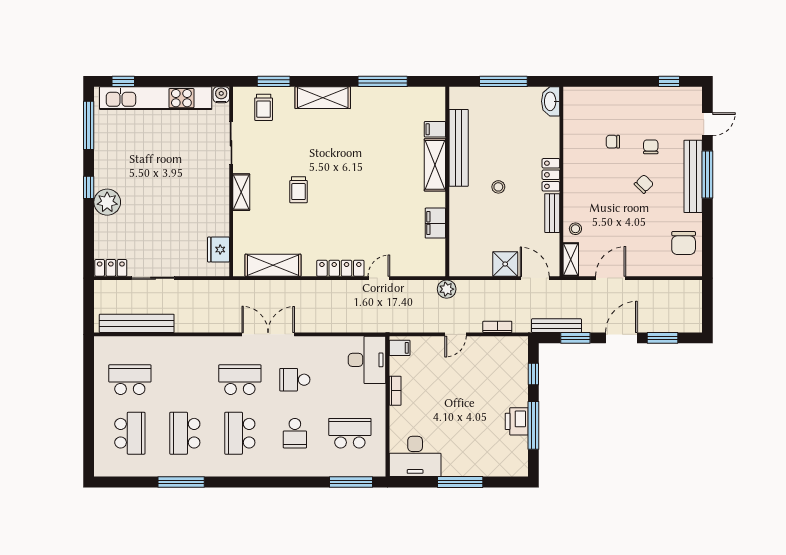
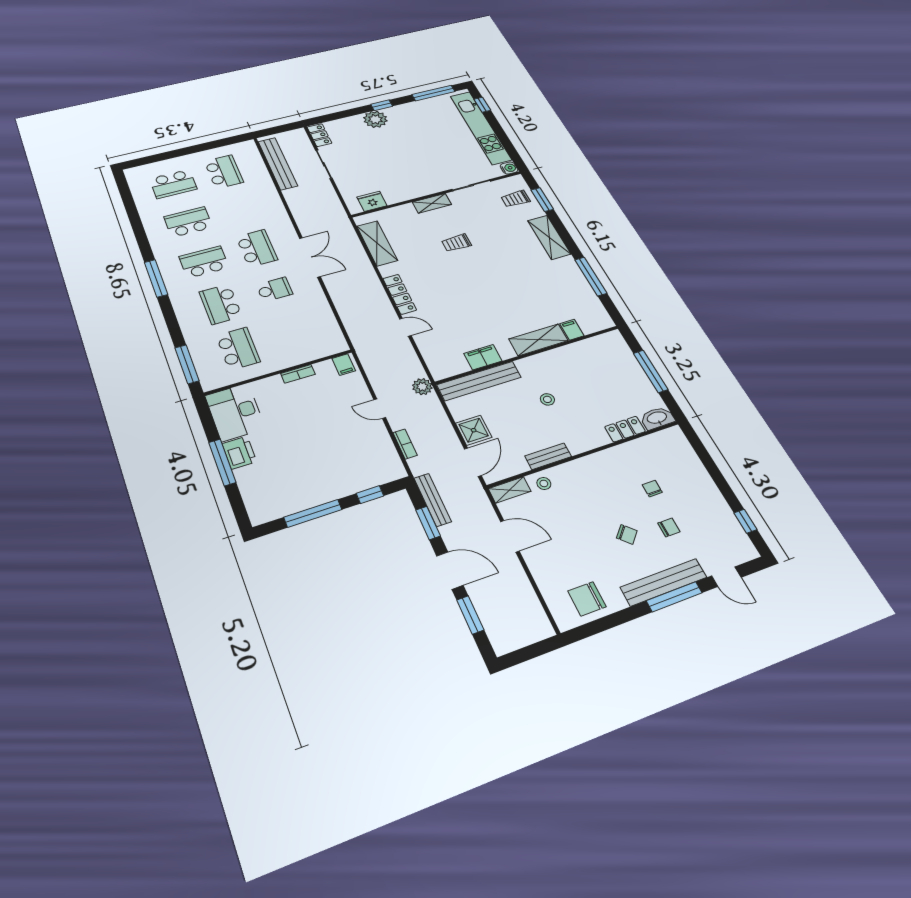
bench: (459, 148) -> (479, 381), moved
locker: (551, 175) -> (625, 429), moved
desk: (367, 360) -> (319, 341), removed
school desk: (295, 380) -> (274, 289), turned 90
printer: (517, 421) -> (239, 453), moved, turned 90
school desk: (295, 433) -> (221, 304), width x1.85
window: (181, 482) -> (156, 278), moved

